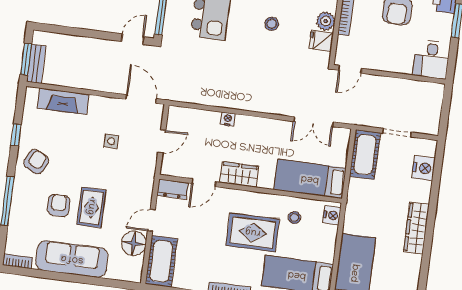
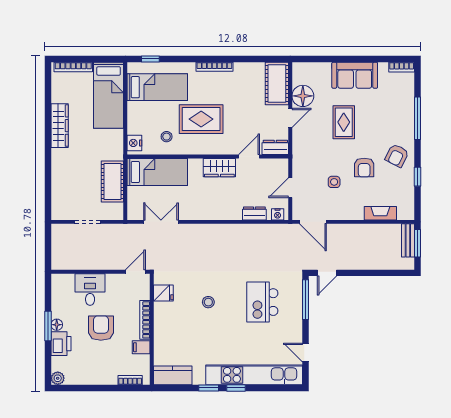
plant: (326, 21) -> (162, 311), removed
floor lamp: (447, 21) -> (57, 325), added
desk: (431, 59) -> (90, 289), moved
fireplace: (63, 101) -> (380, 213), width x0.73, depth x0.76
dresser: (206, 117) -> (254, 213), added
nightstand: (228, 119) -> (278, 214), moved
cot: (365, 155) -> (112, 182), moved
nightstand: (424, 168) -> (60, 194), removed
armchair: (59, 205) -> (364, 168), moved
wardrobe: (416, 228) -> (60, 126), moved
sofa: (72, 259) -> (355, 75), width x0.73

